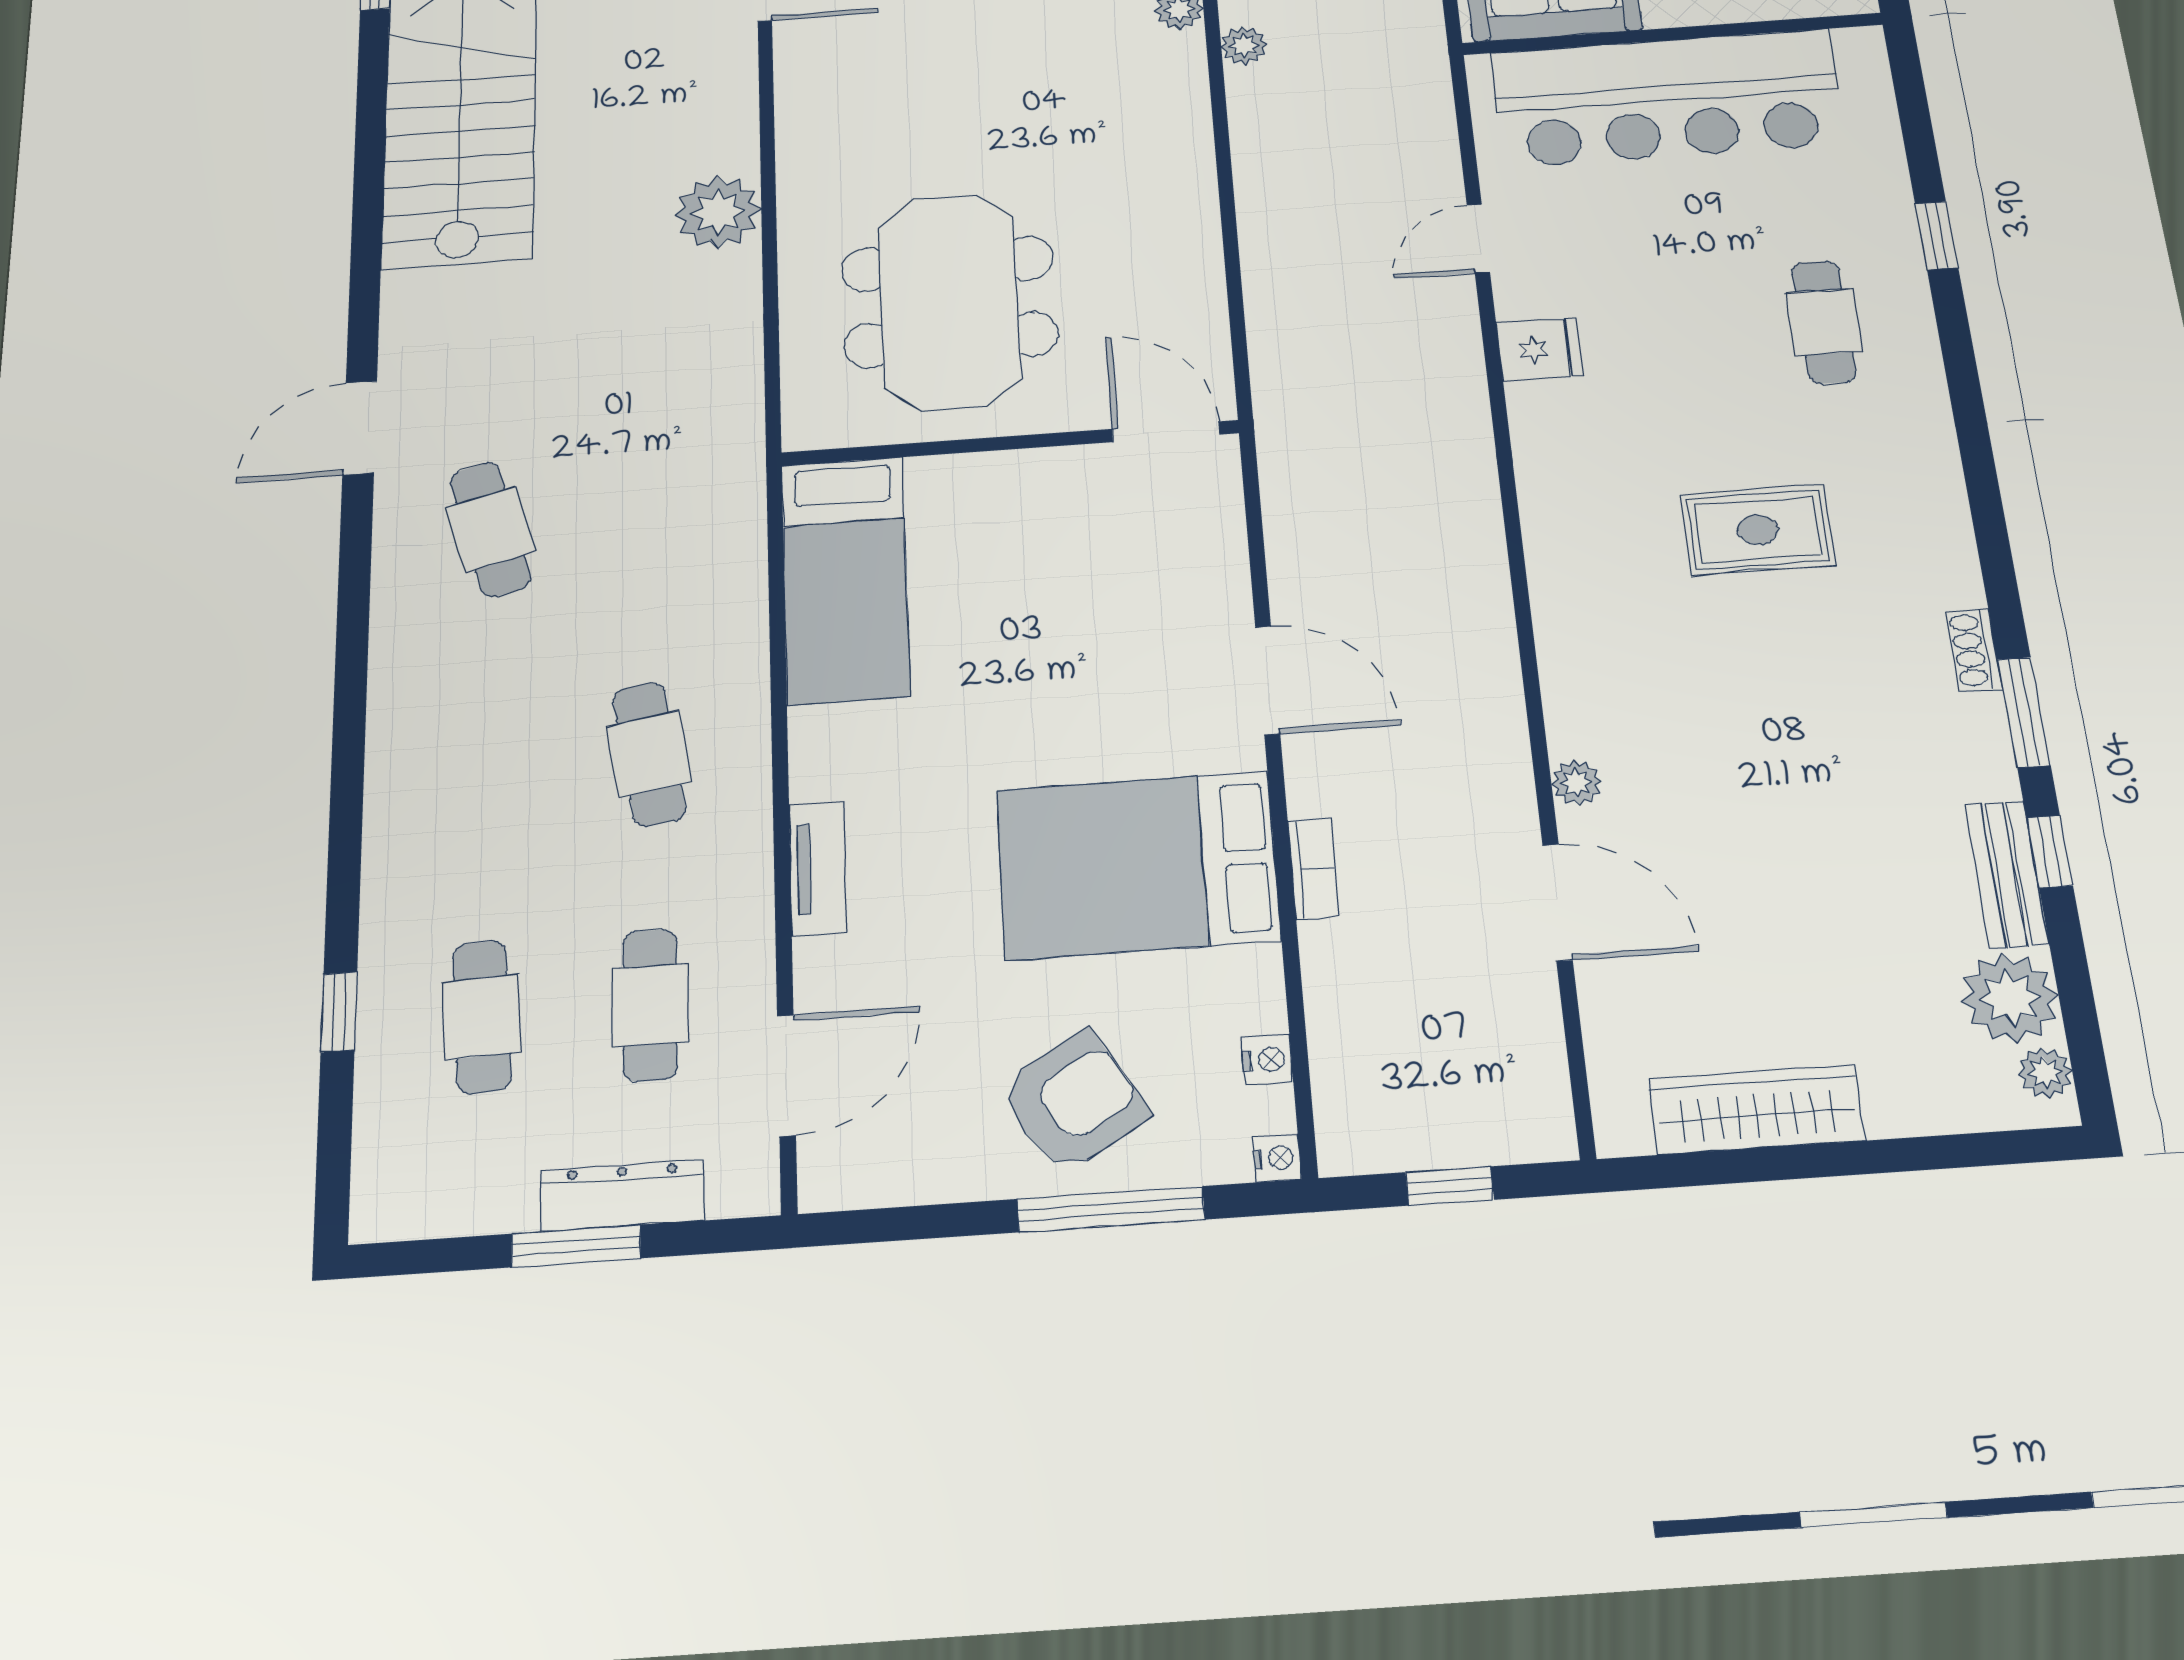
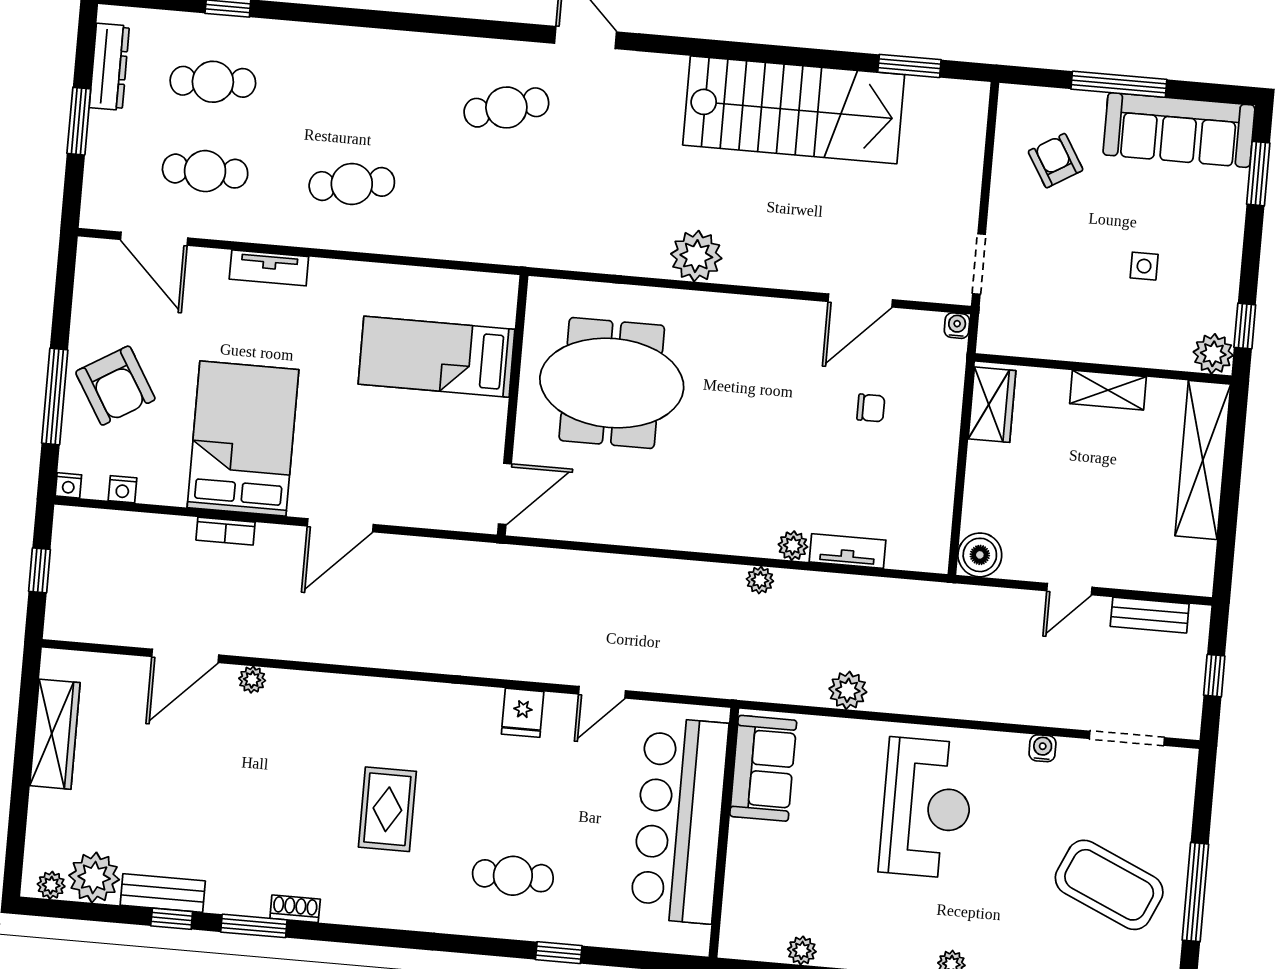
door: (1478, 238) -> (602, 692), swing flipped
bed: (845, 579) -> (436, 357), moved
dresser: (622, 1195) -> (109, 67), moved

